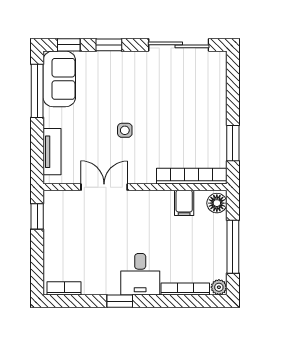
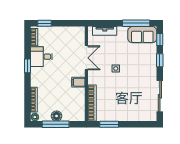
filing cabinet: (184, 203) -> (78, 82), moved
floor lamp: (217, 203) -> (57, 116), moved
window: (37, 216) -> (45, 23), moved
desk: (140, 274) -> (41, 57), moved

